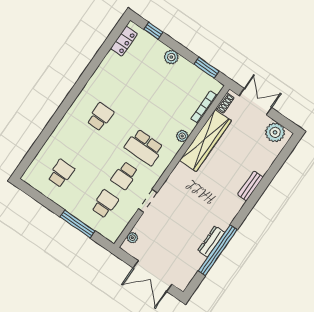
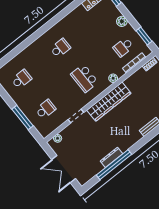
wardrobe: (206, 140) -> (109, 102), moved
school desk: (124, 176) -> (123, 47), moved

